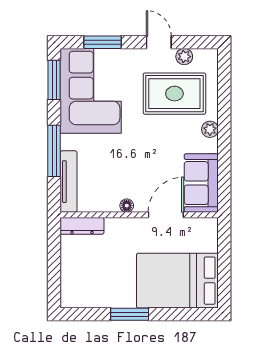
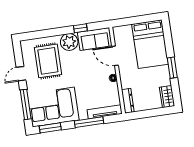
window: (102, 42) -> (26, 104), width x1.44
plant: (184, 57) -> (27, 59), removed
plant: (210, 129) -> (69, 42), width x1.87, depth x1.87
window: (224, 160) -> (80, 28), added
wardrobe: (79, 297) -> (167, 97), added

